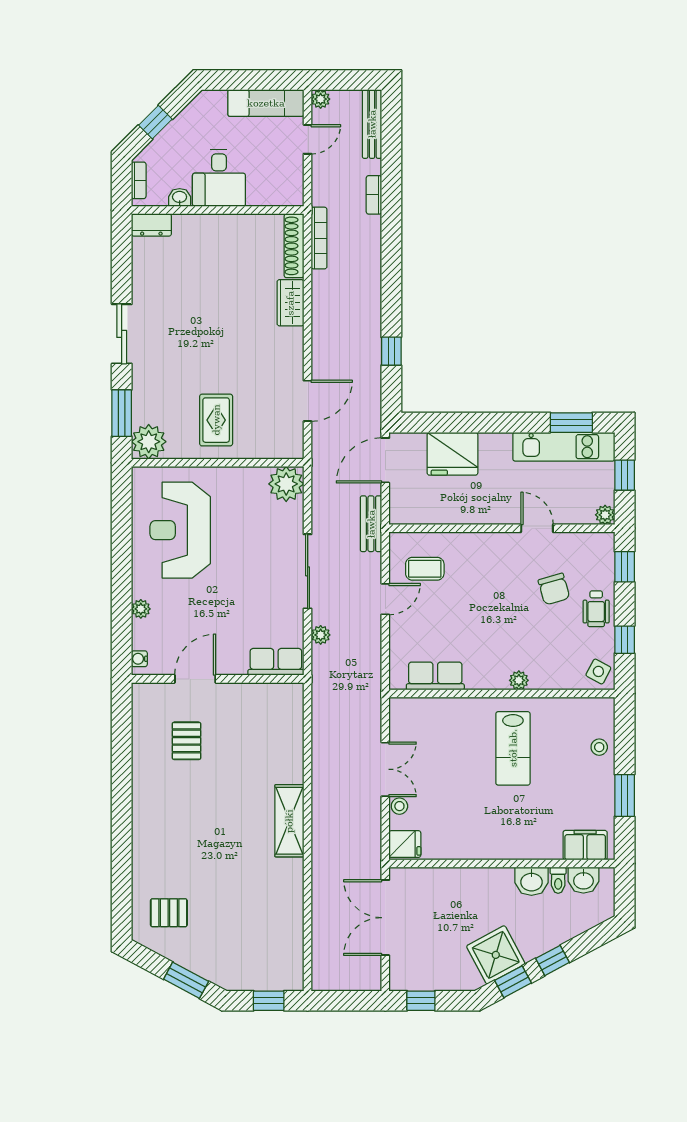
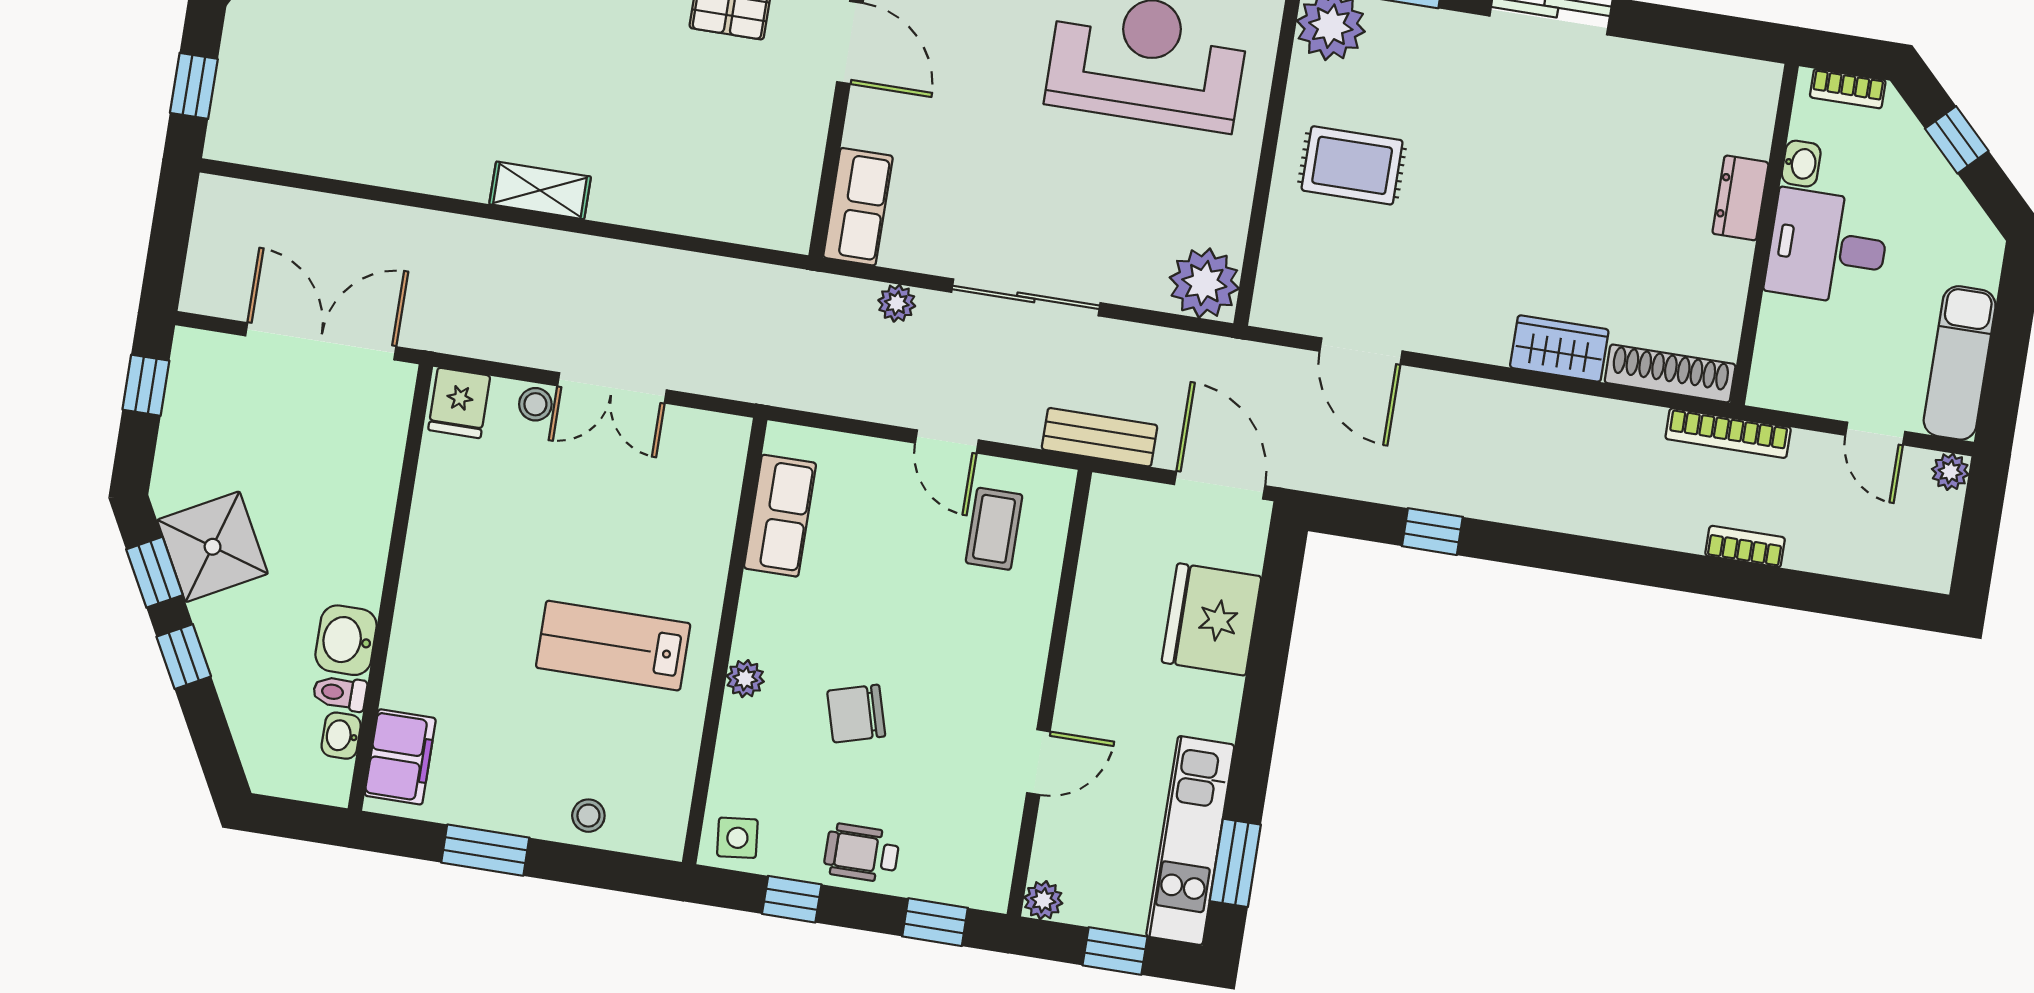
bench: (372, 124) -> (1885, 565), removed
dresser: (151, 225) -> (1740, 198), moved
bookcase: (319, 238) -> (1728, 433), moved
chair: (554, 589) -> (856, 714), moved
side table: (598, 671) -> (737, 838), turned -34
shelving: (289, 821) -> (540, 190), width x0.67, depth x0.75
washbasin: (583, 880) -> (341, 736), width x0.72, depth x0.69

